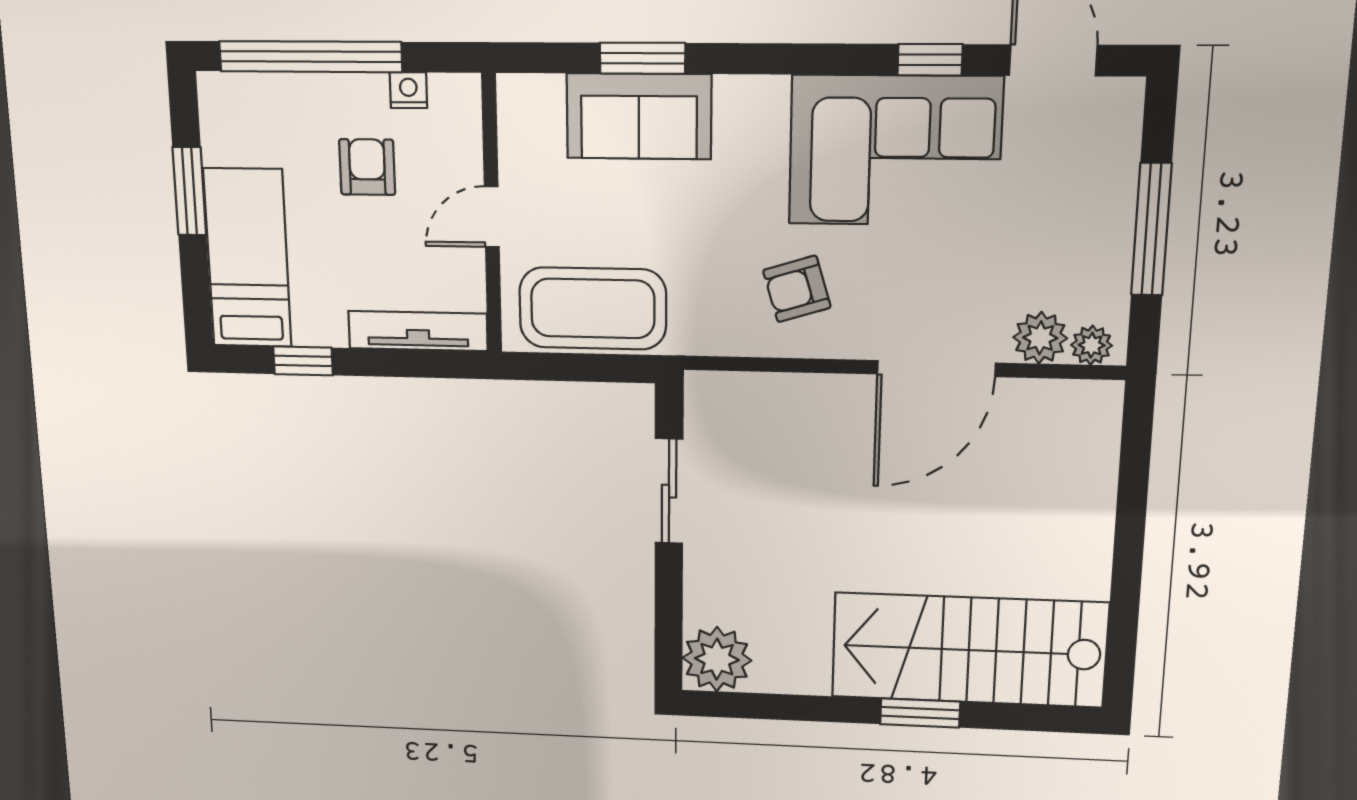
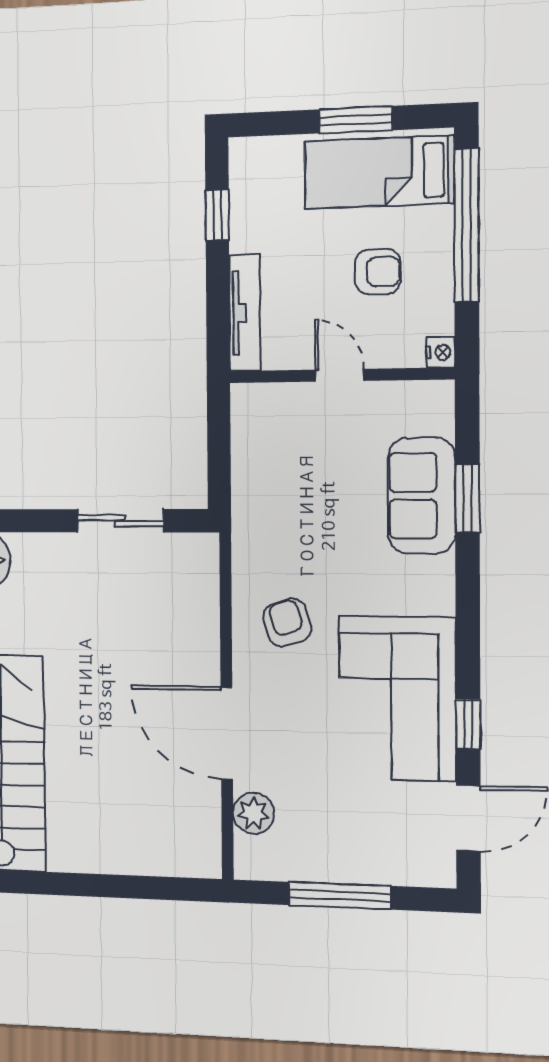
nightstand: (408, 90) -> (441, 352), moved
bed: (248, 258) -> (379, 172), moved, turned 180
coffee table: (593, 308) -> (267, 458), removed
plant: (1092, 345) -> (249, 853), removed

